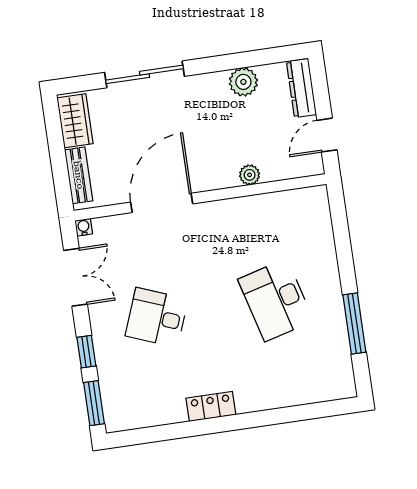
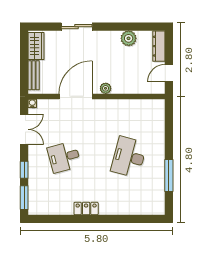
sliding door: (145, 74) -> (77, 27), width x0.73
plant: (250, 175) -> (106, 88), moved
desk: (276, 300) -> (129, 157), turned 30
desk: (157, 317) -> (64, 157), turned -36

